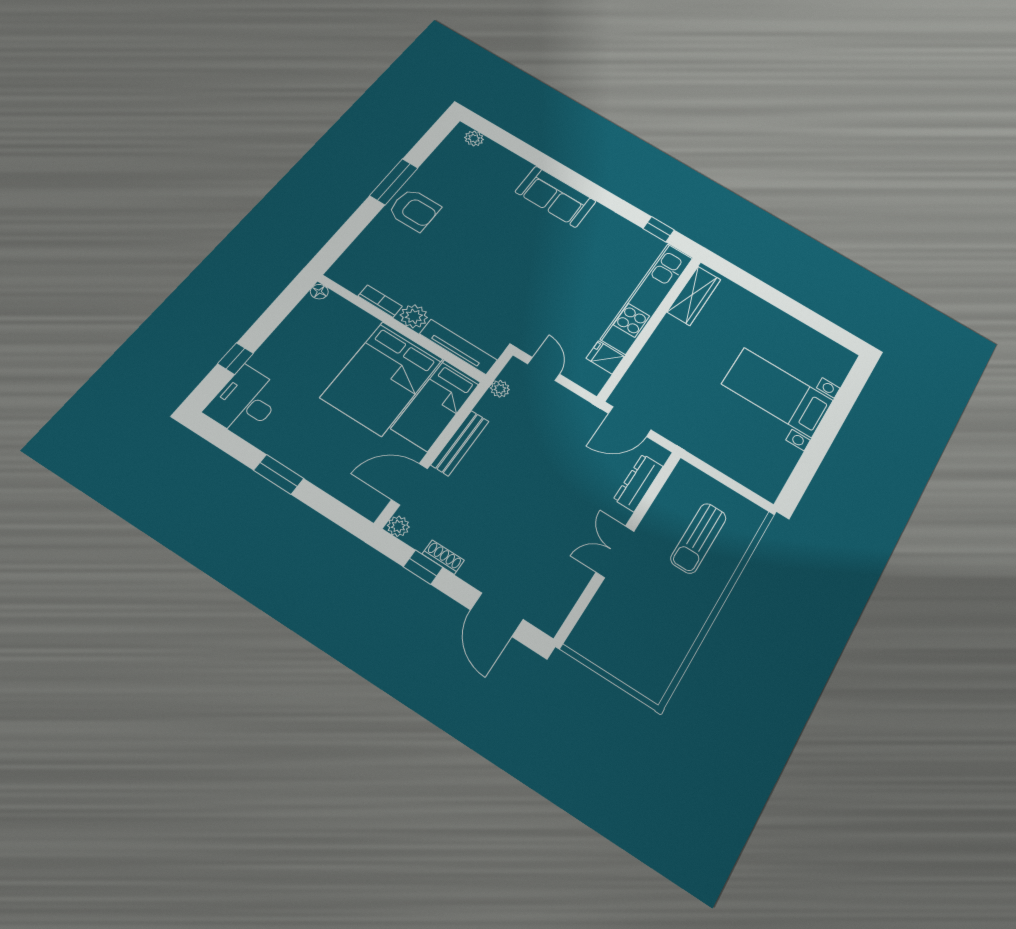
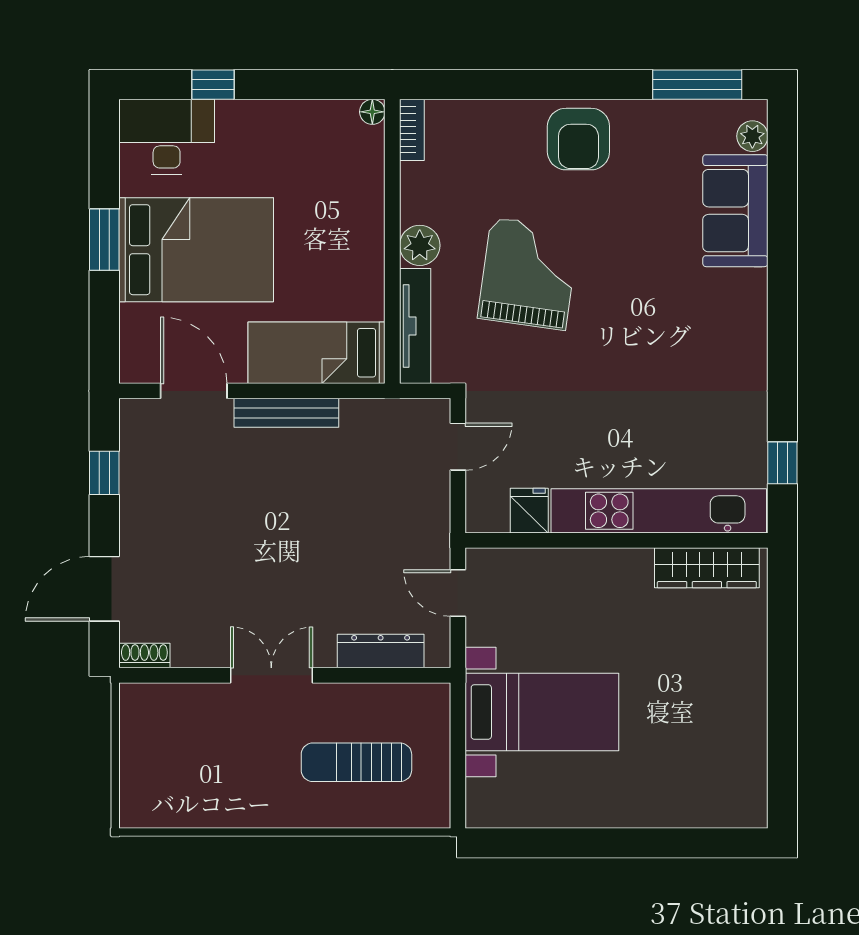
window: (394, 182) -> (697, 85), moved
sofa: (556, 197) -> (735, 211), moved
grand piano: (470, 276) -> (528, 274), added
bookcase: (380, 301) -> (412, 130), moved
bed: (382, 378) -> (196, 250), moved, turned 180
plant: (500, 389) -> (392, 412), removed
bed with nightstands: (777, 392) -> (542, 712), moved, turned 90
door: (630, 422) -> (458, 593), width x0.73
plant: (398, 526) -> (134, 413), removed
shoe rack: (443, 557) -> (144, 655), moved, turned -90

